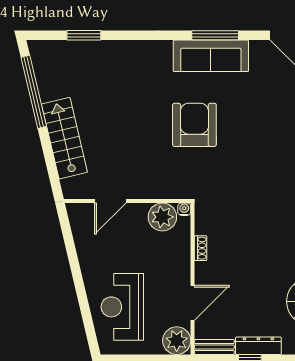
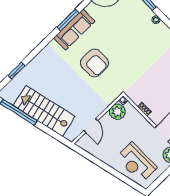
armchair: (194, 125) -> (94, 63), turned 180
stairs: (64, 138) -> (44, 111), width x1.36, depth x1.51

